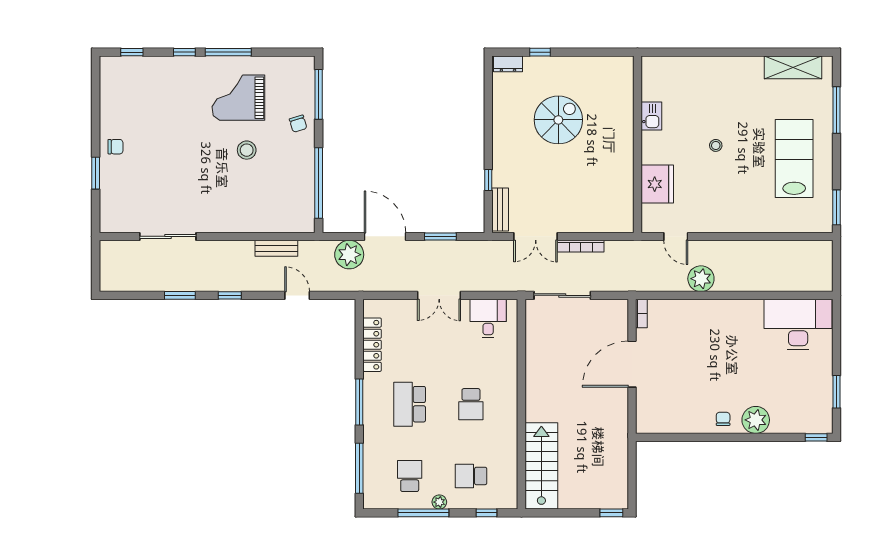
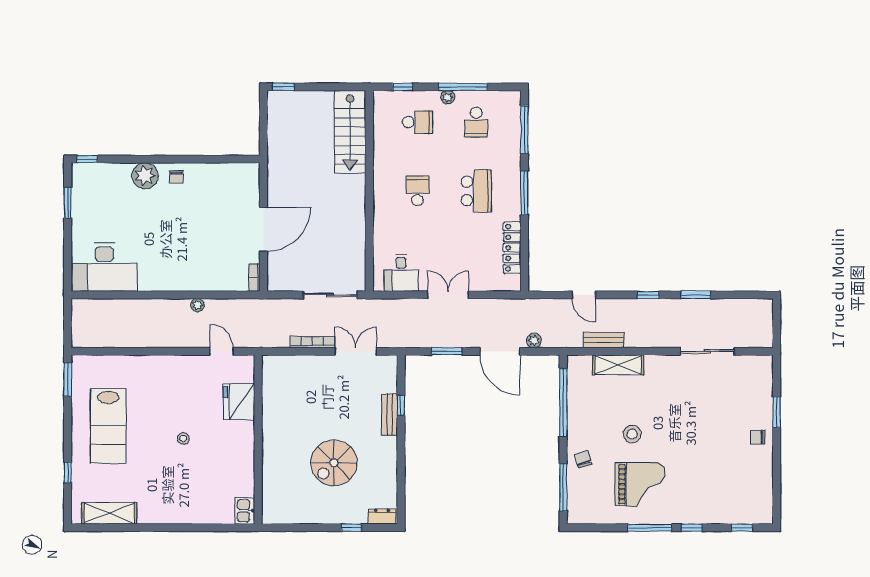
window: (837, 110) -> (68, 472), width x0.46
kitchen sink: (651, 116) -> (245, 511), moved
bench: (500, 209) -> (390, 415), moved
shelving: (261, 222) -> (618, 365), added
plant: (349, 255) -> (534, 340), width x0.53, depth x0.53
plant: (701, 279) -> (197, 305), width x0.53, depth x0.53

